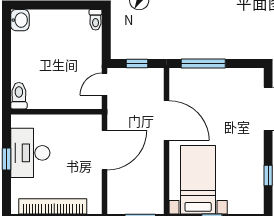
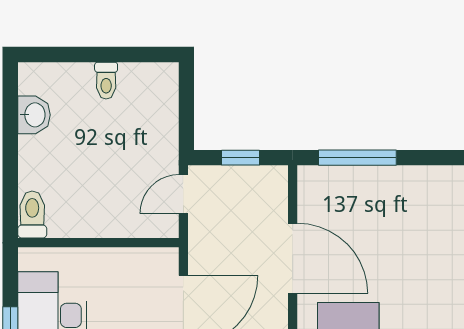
washbasin: (20, 20) -> (34, 115), moved
toilet: (96, 20) -> (106, 81), moved

